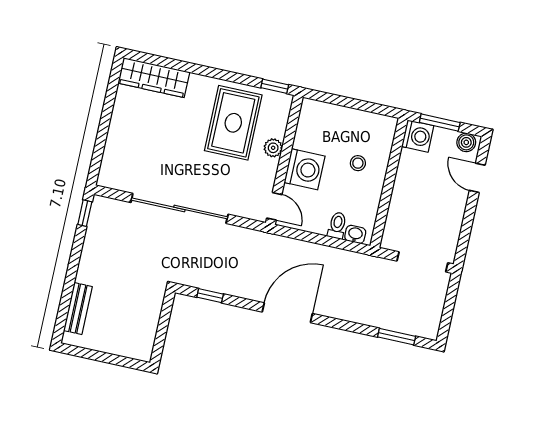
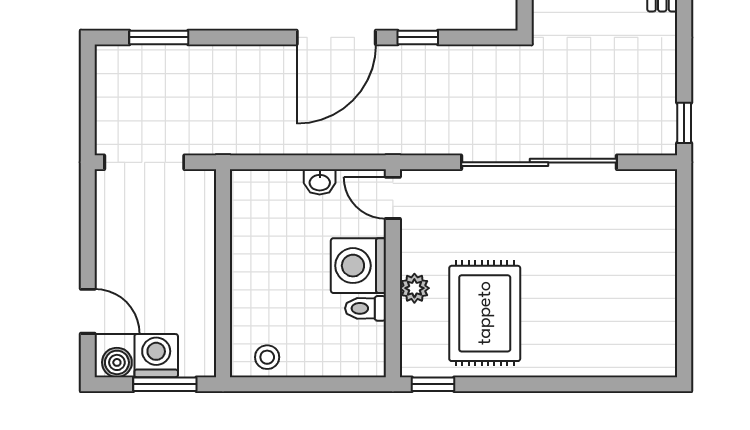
wardrobe: (154, 78) -> (623, 356), removed
washing machine: (418, 136) -> (156, 356), moved, turned 90
stool: (358, 163) -> (267, 357), moved
toilet: (337, 225) -> (366, 308), moved, turned 90
washbasin: (355, 234) -> (320, 182), moved
window: (210, 296) -> (418, 37), moved

